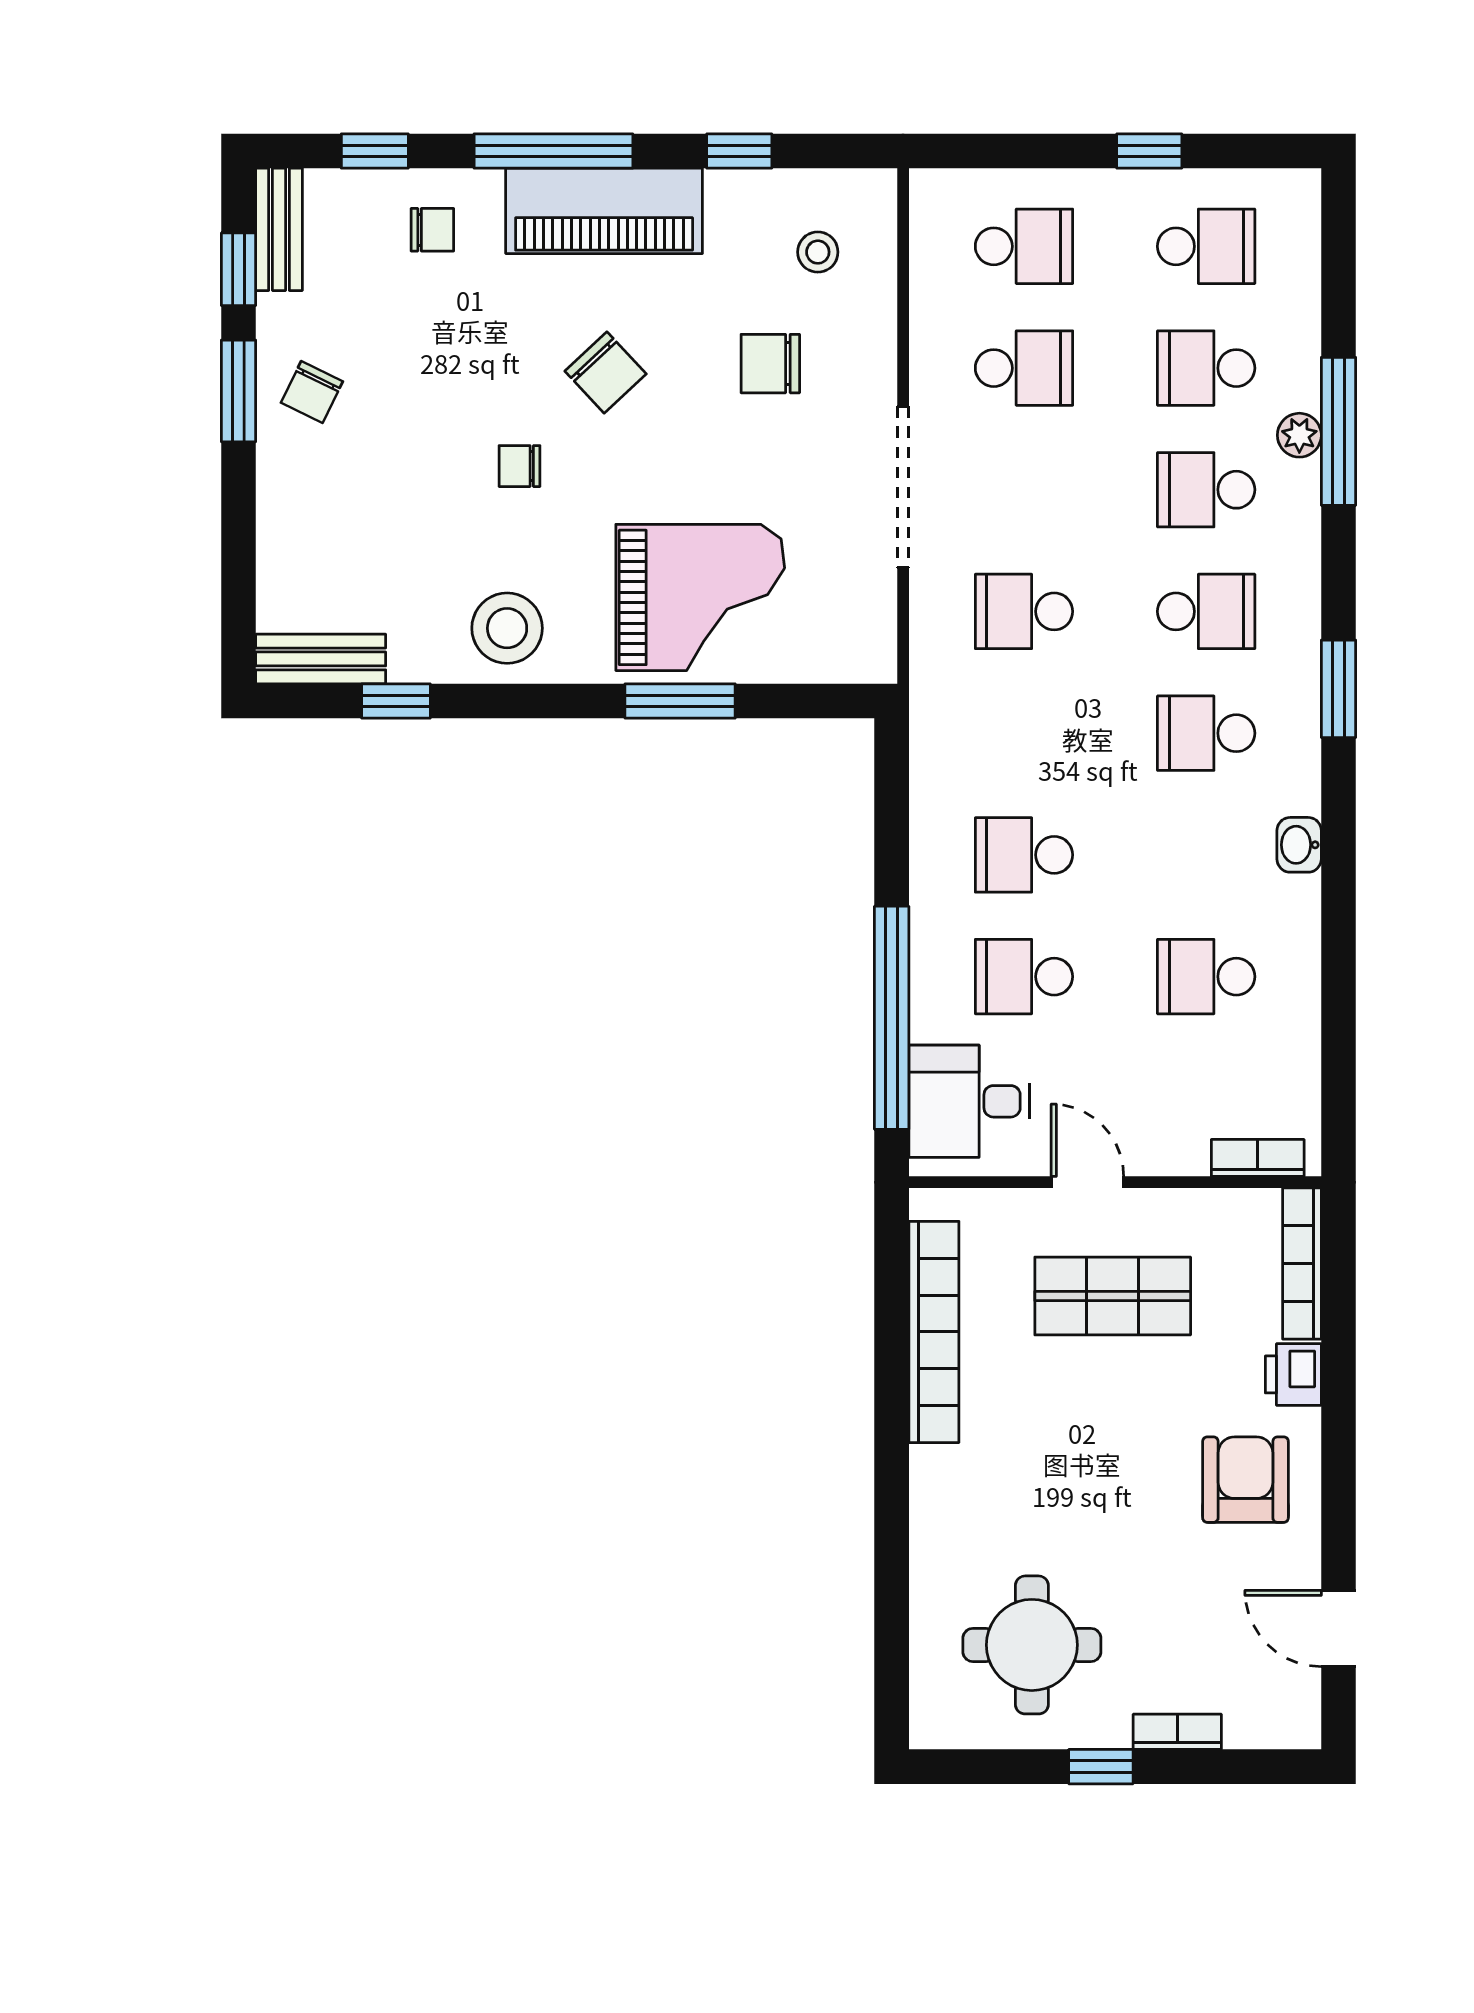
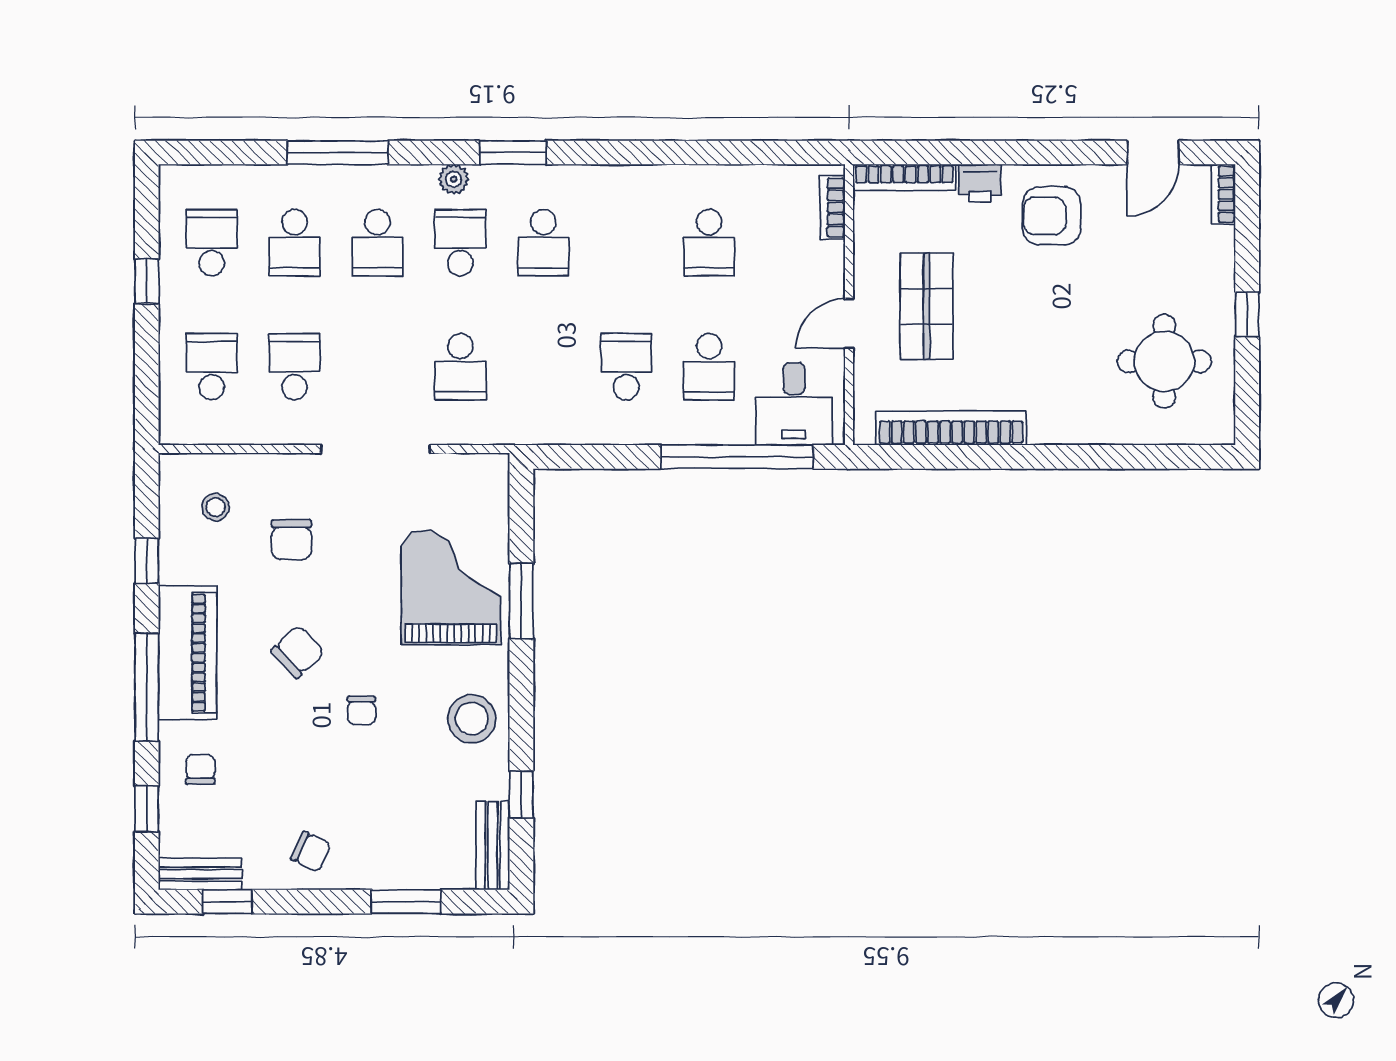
window: (238, 391) -> (406, 902), moved
plant: (1299, 435) -> (454, 179), moved
washbasin: (1299, 845) -> (619, 179), removed
school desk: (1024, 855) -> (626, 367), turned 180
bookcase: (1177, 1732) -> (1223, 194), moved

